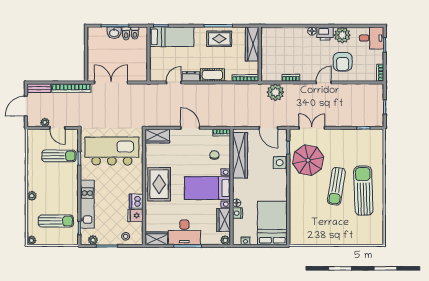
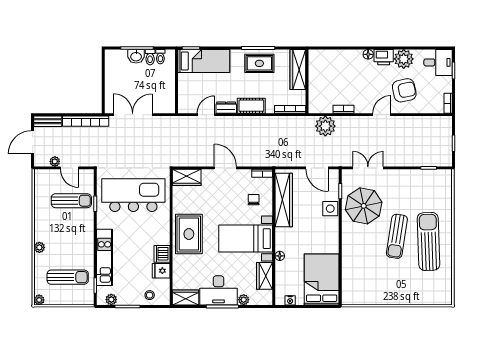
armchair: (343, 62) -> (404, 90), turned -102
nightstand: (237, 213) -> (281, 268), removed
plant: (225, 240) -> (244, 300), moved

